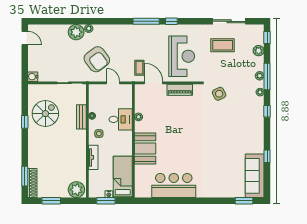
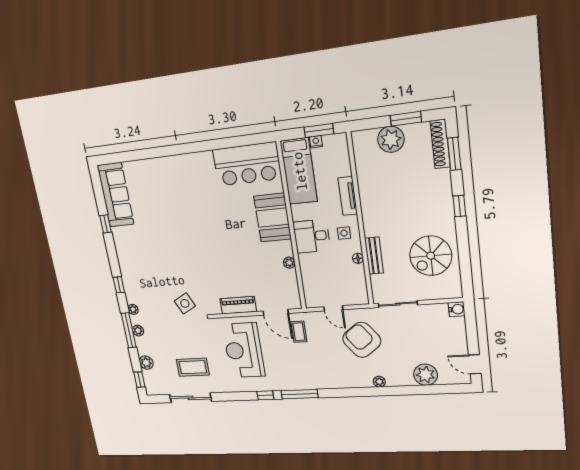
plant: (76, 32) -> (426, 375), moved
desk: (121, 119) -> (312, 236), moved
window: (25, 122) -> (459, 206), moved
bar counter: (174, 186) -> (247, 164), moved
plant: (76, 190) -> (391, 139), moved
window: (244, 201) -> (122, 157), removed

